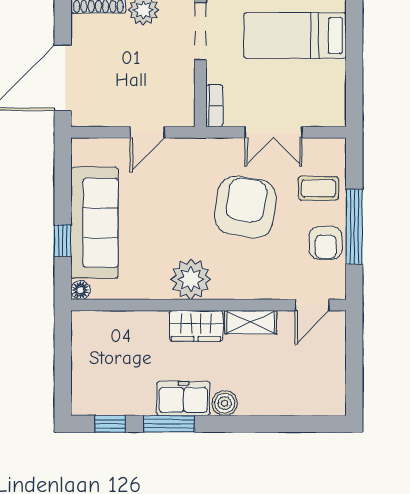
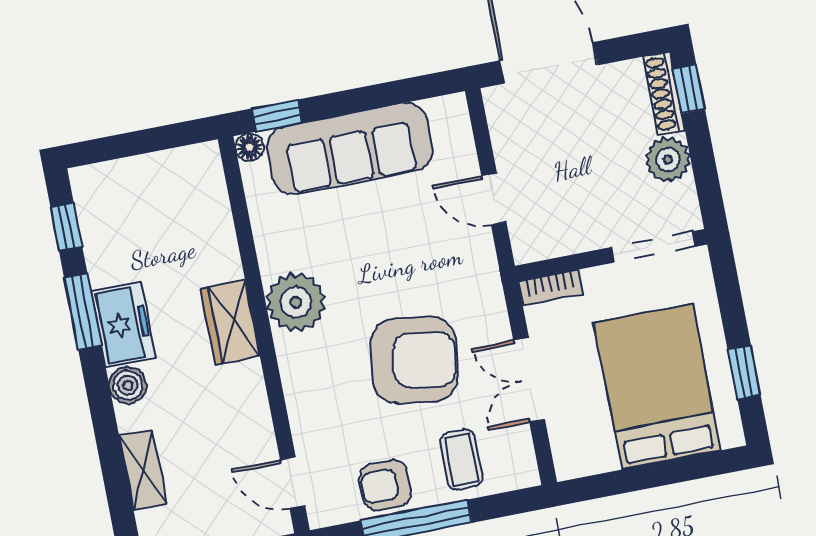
bed: (295, 35) -> (657, 387), width x1.50
window: (63, 241) -> (277, 116), moved
shelving: (251, 322) -> (143, 469), moved

